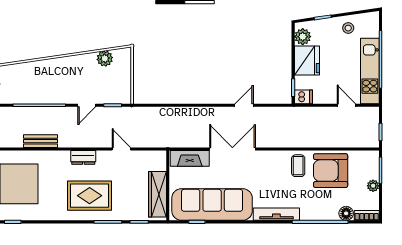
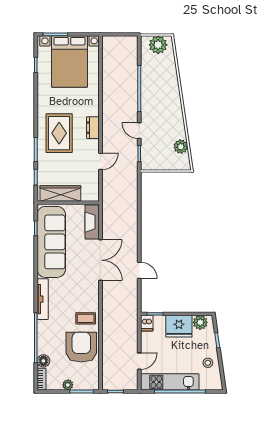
bench: (40, 141) -> (107, 90), removed

